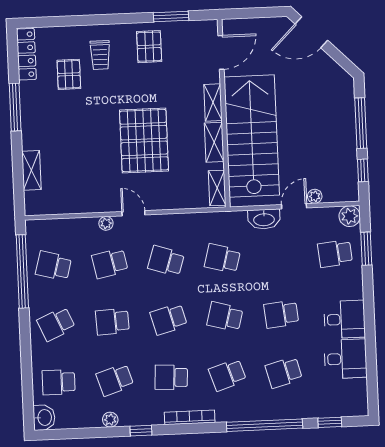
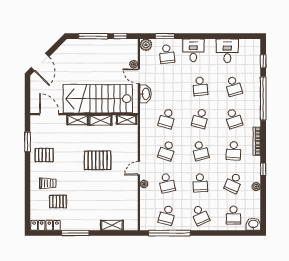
pallet: (144, 141) -> (98, 160), width x0.73, depth x0.71
desk: (345, 319) -> (193, 50), moved
school desk: (115, 380) -> (234, 183), turned 42

